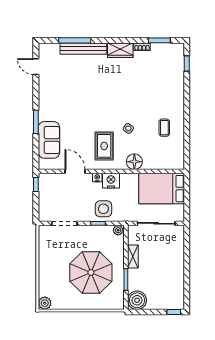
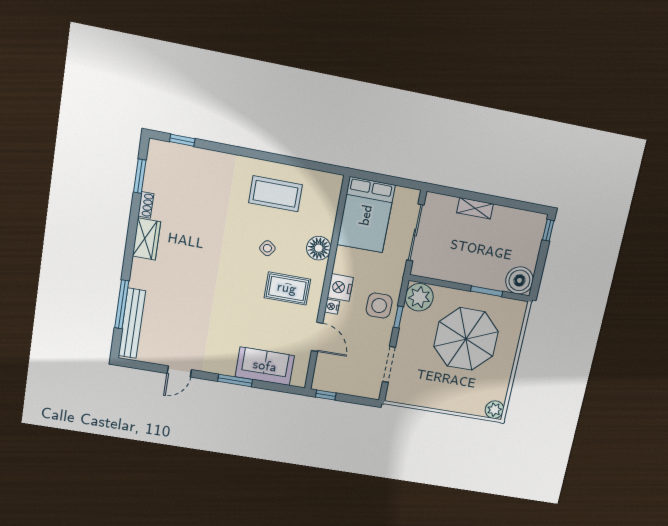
bench: (83, 49) -> (132, 323), moved
door: (36, 67) -> (179, 371), moved
coffee table: (164, 128) -> (276, 194), width x1.86, depth x1.72
door: (75, 171) -> (317, 337), swing flipped
plant: (118, 230) -> (419, 297), width x1.88, depth x1.88
shelving: (133, 256) -> (475, 208), moved

